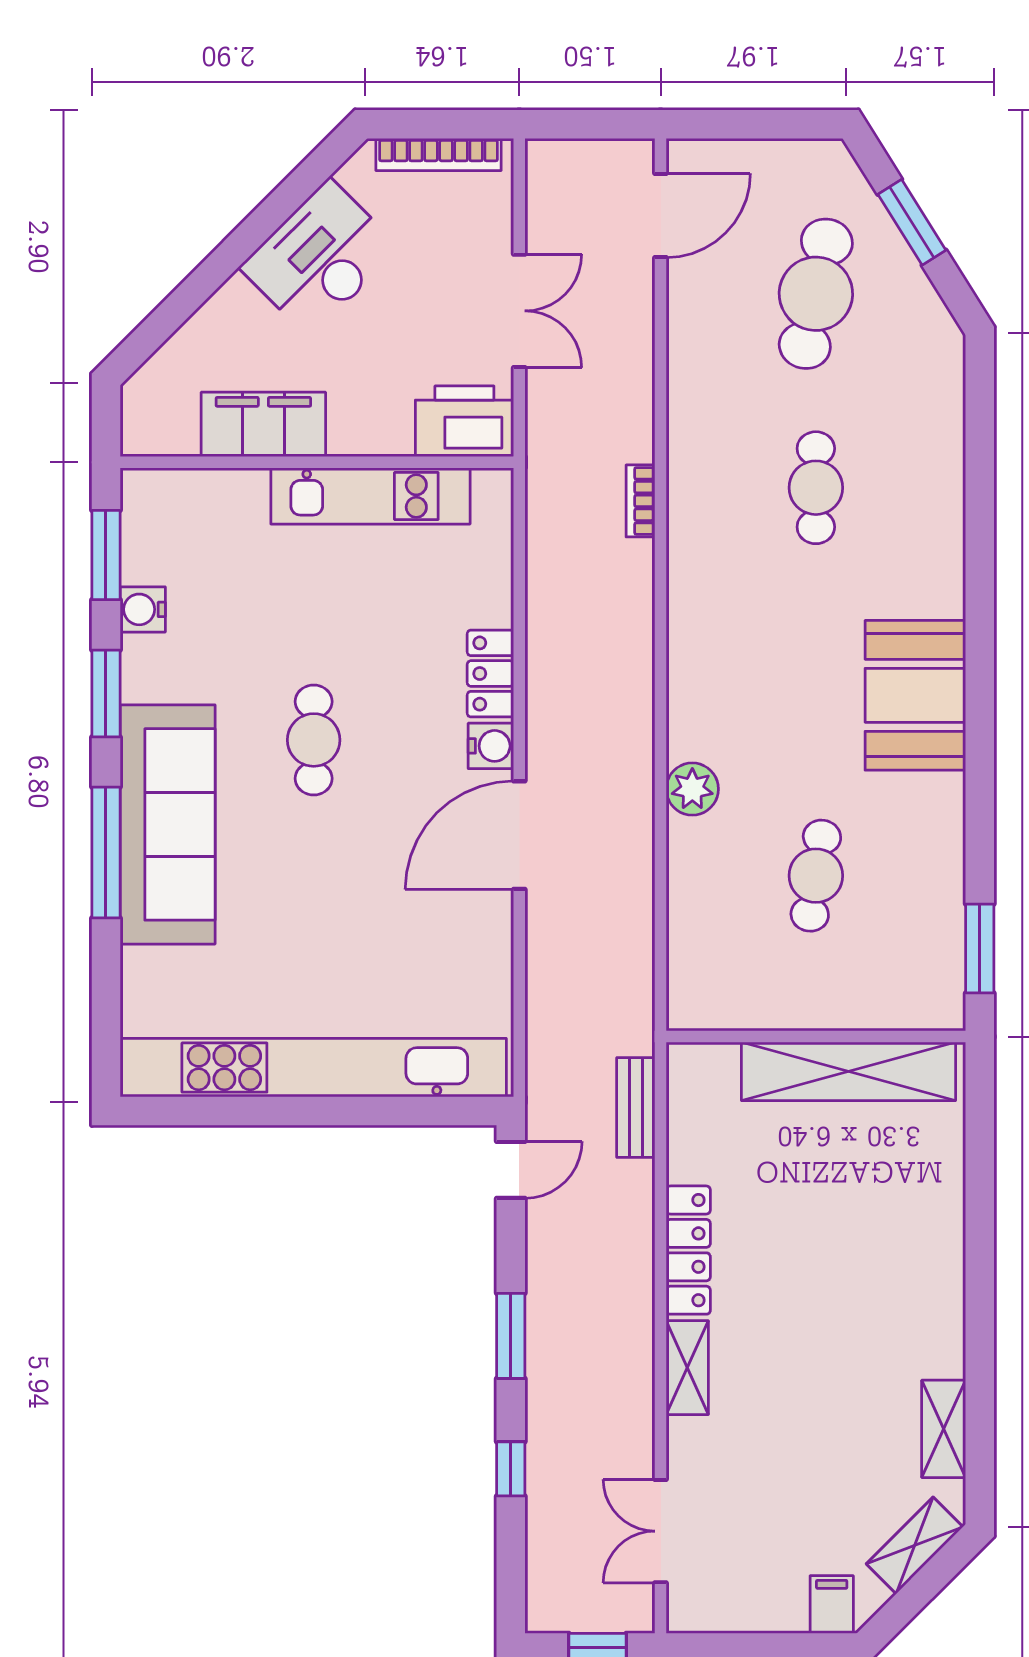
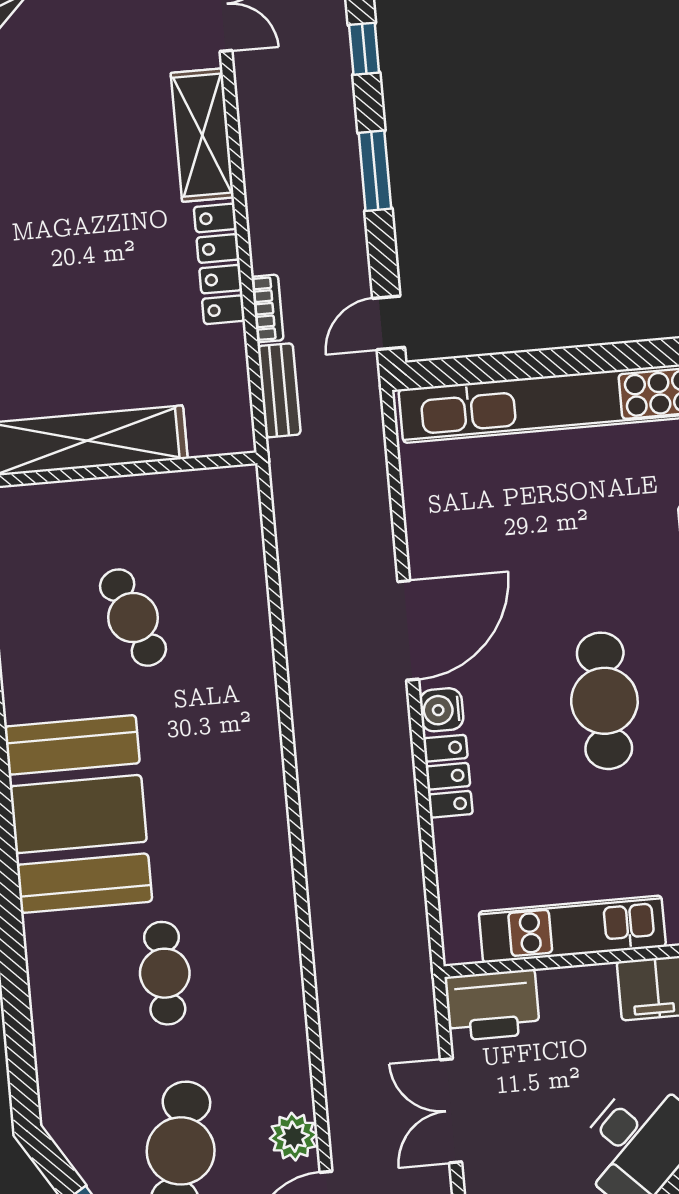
bookcase: (640, 501) -> (267, 308), moved
booth: (915, 695) -> (78, 814), width x1.36, depth x1.42
cafe table: (314, 740) -> (604, 701), width x1.37, depth x1.35
plant: (692, 789) -> (294, 1137), moved
cafe table: (816, 876) -> (133, 618), turned -30
shelving: (687, 1368) -> (202, 135), width x1.50, depth x1.33

